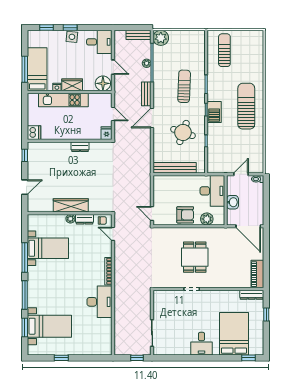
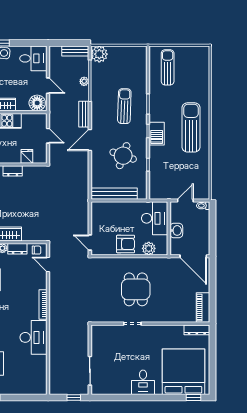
fridge: (107, 133) -> (27, 156), moved
window: (266, 314) -> (212, 351), removed
bed: (234, 334) -> (183, 372), width x1.36

